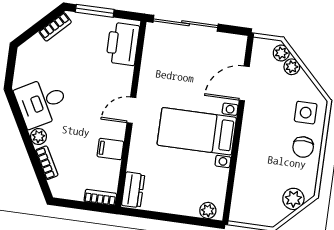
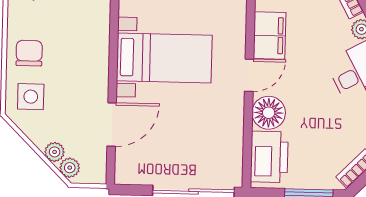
floor lamp: (119, 79) -> (269, 113), added
filing cabinet: (110, 149) -> (270, 35), width x2.00

